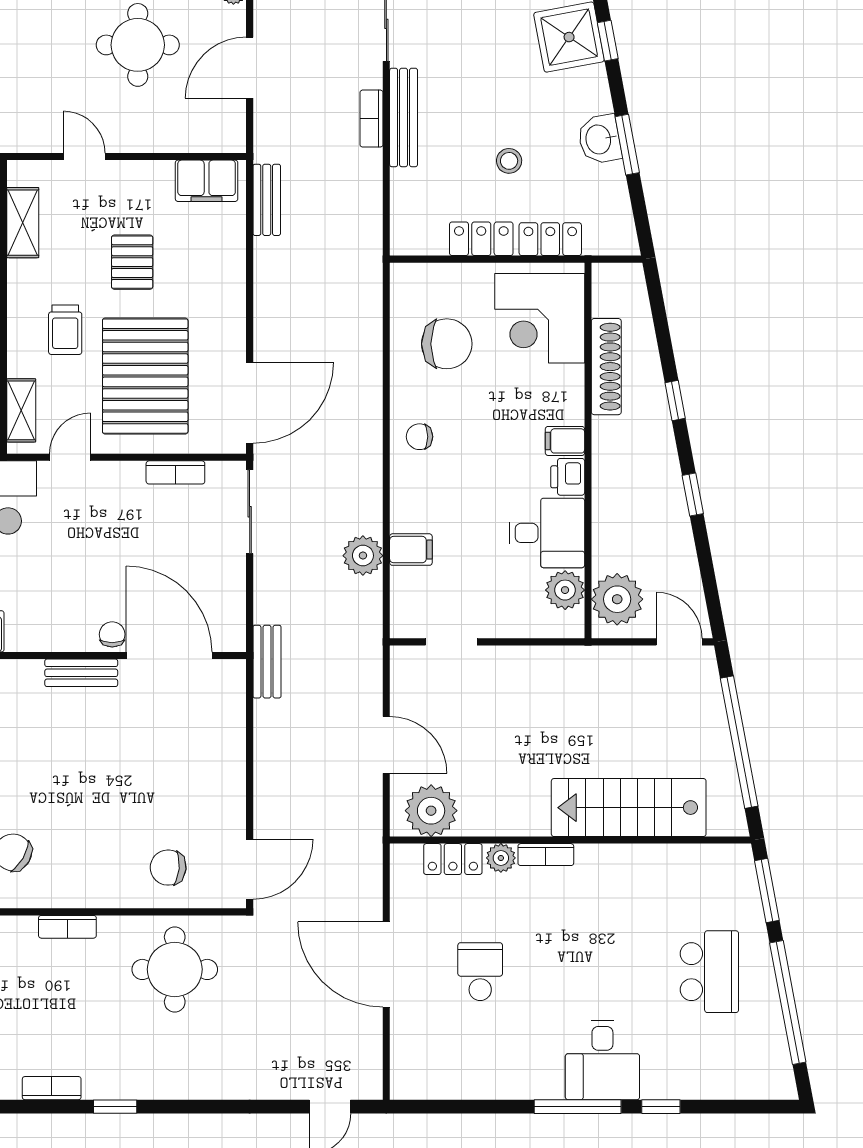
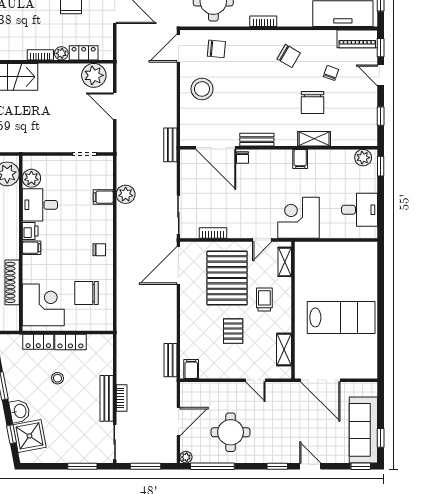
washbasin: (599, 139) -> (20, 411), moved
filing cabinet: (207, 181) -> (191, 369), width x0.50
stool: (199, 782) -> (202, 89), added

